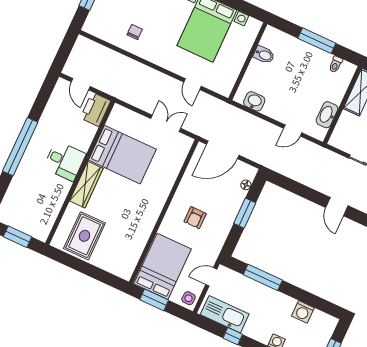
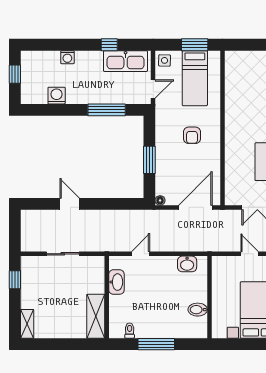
floor lamp: (246, 185) -> (160, 200), moved
armchair: (195, 218) -> (192, 135), turned 180
bed: (162, 266) -> (195, 78), width x0.67

